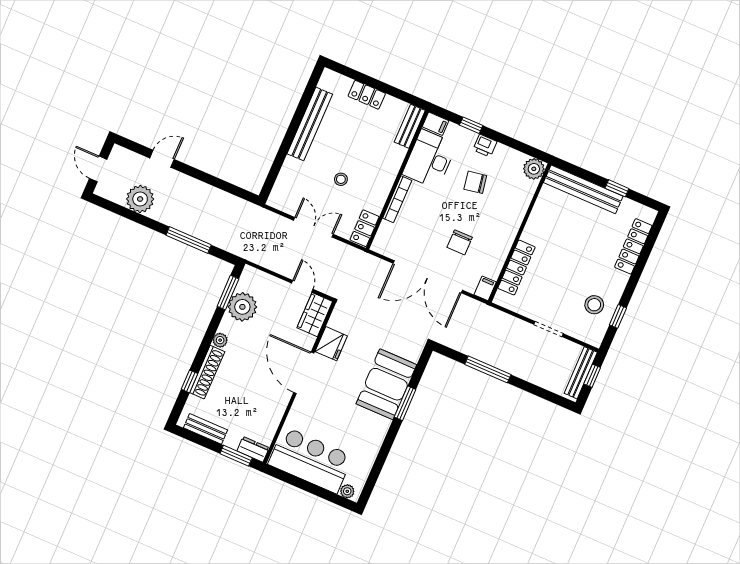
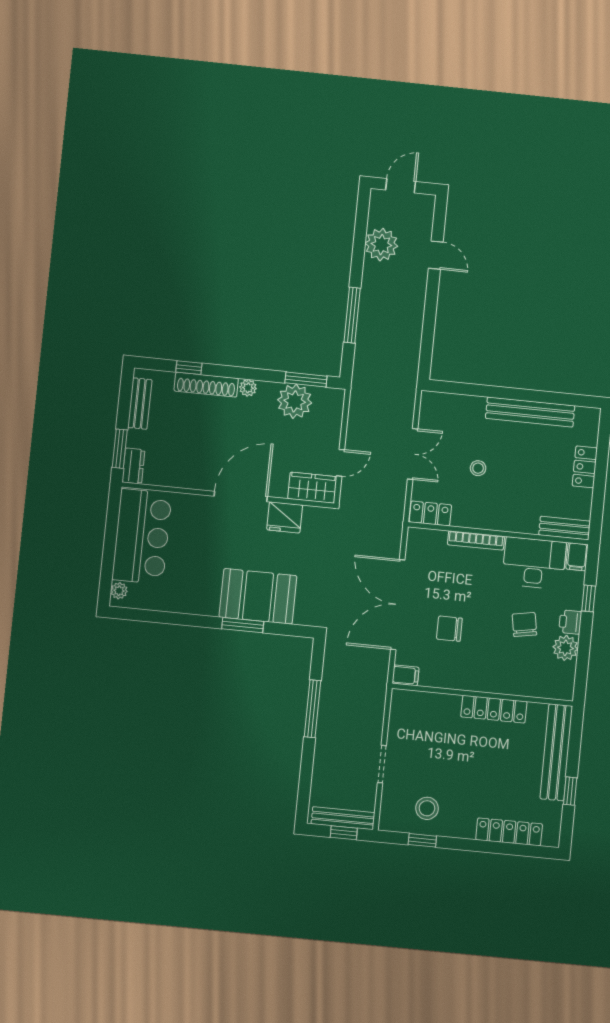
plant: (534, 169) -> (565, 648), moved
locker: (516, 268) -> (494, 709), moved

